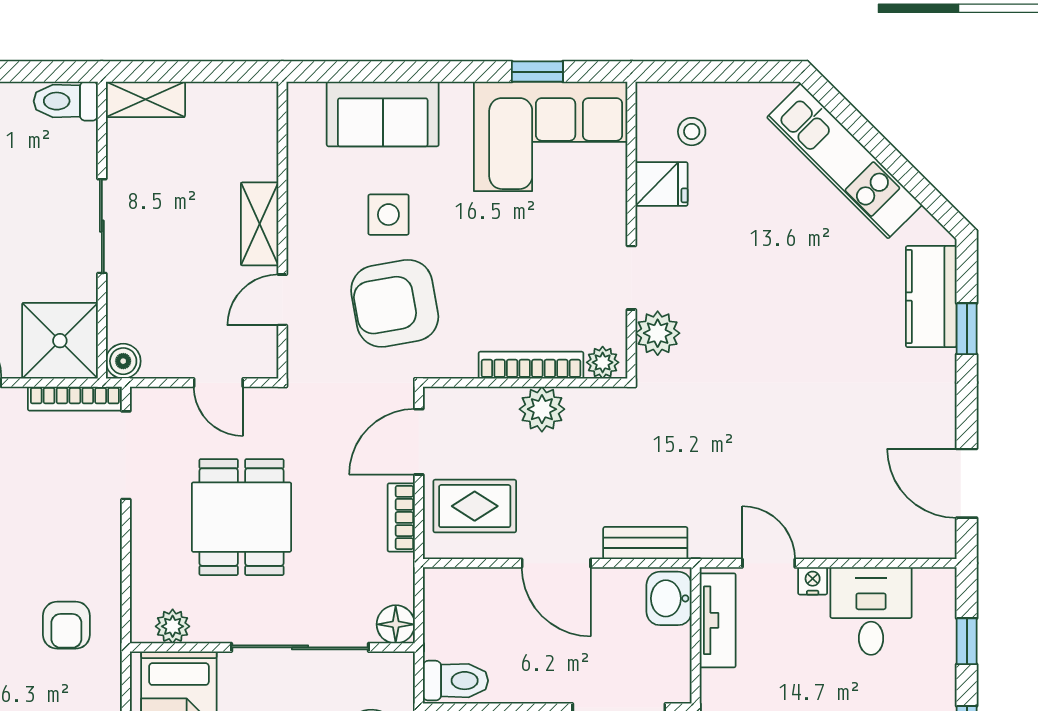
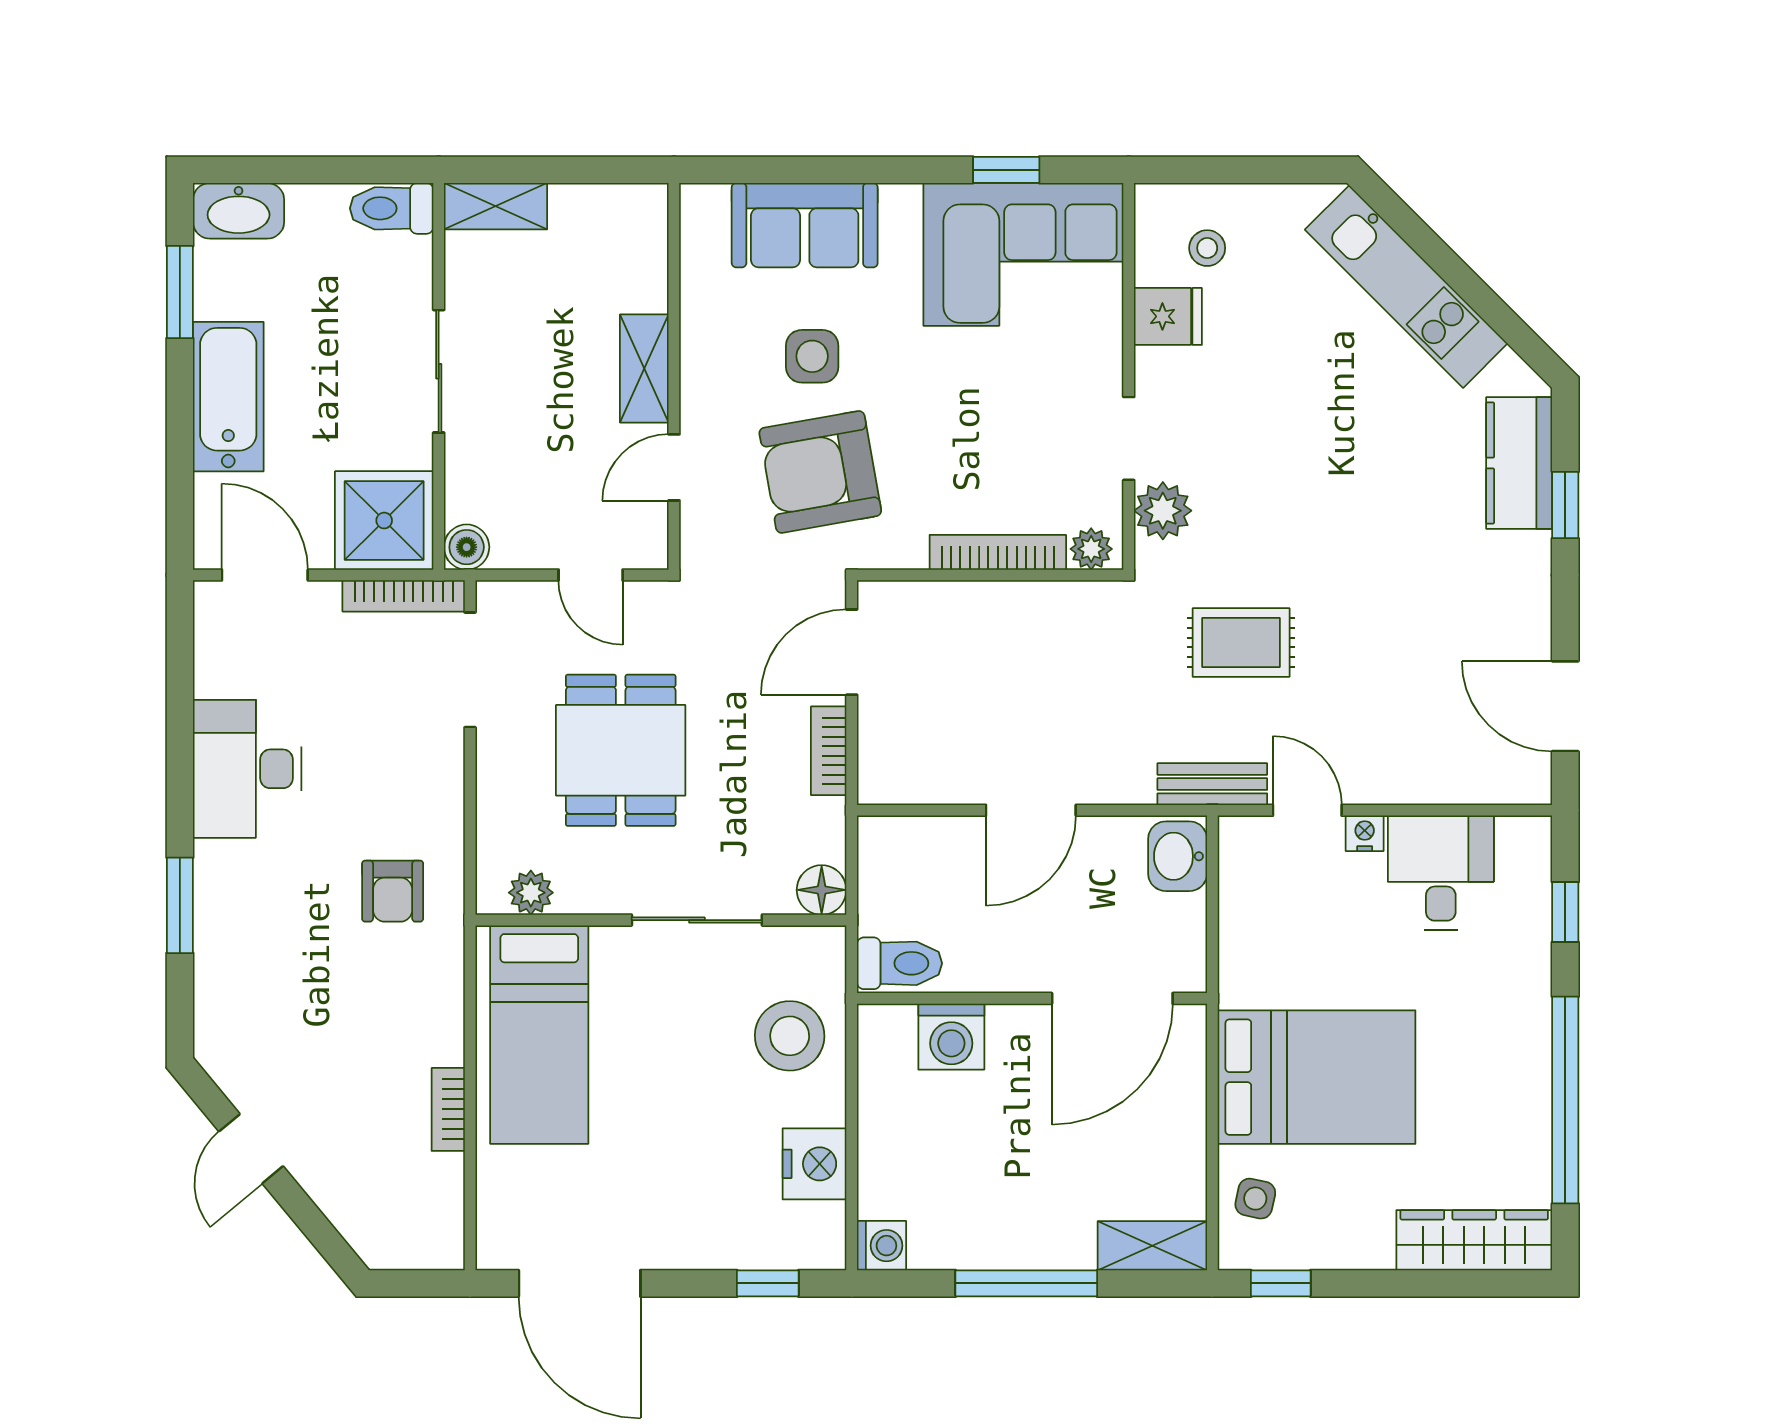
plant: (542, 409) -> (1012, 610), removed
rug: (475, 506) -> (1241, 643), moved
bench: (645, 543) -> (1212, 784), moved
door: (556, 563) -> (1031, 810), hinge flipped
tv unit: (718, 620) -> (1241, 885), removed
sliding door: (300, 647) -> (697, 920), width x0.73

